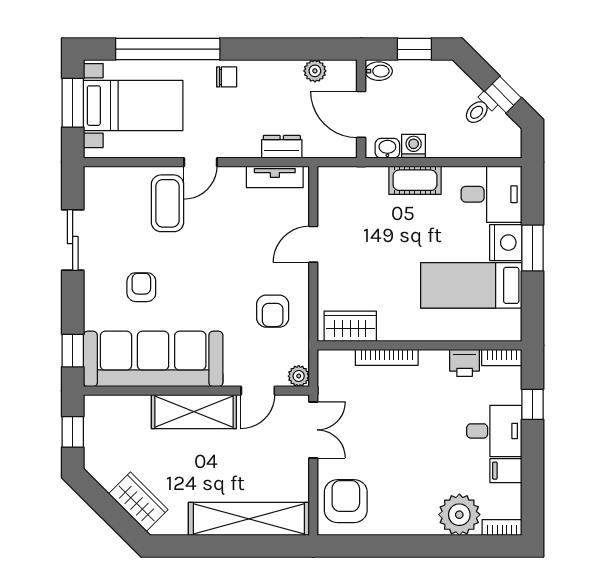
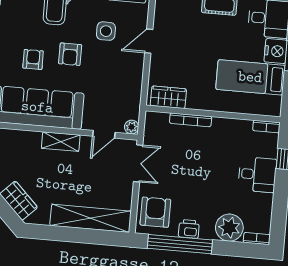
side table: (247, 235) -> (106, 31), added
armchair: (273, 311) -> (70, 54), moved
printer: (465, 363) -> (189, 229), moved, turned 180
shelving: (194, 412) -> (61, 142), width x0.67, depth x0.75
filing cabinet: (506, 471) -> (263, 201), removed
window: (387, 546) -> (180, 244), added

